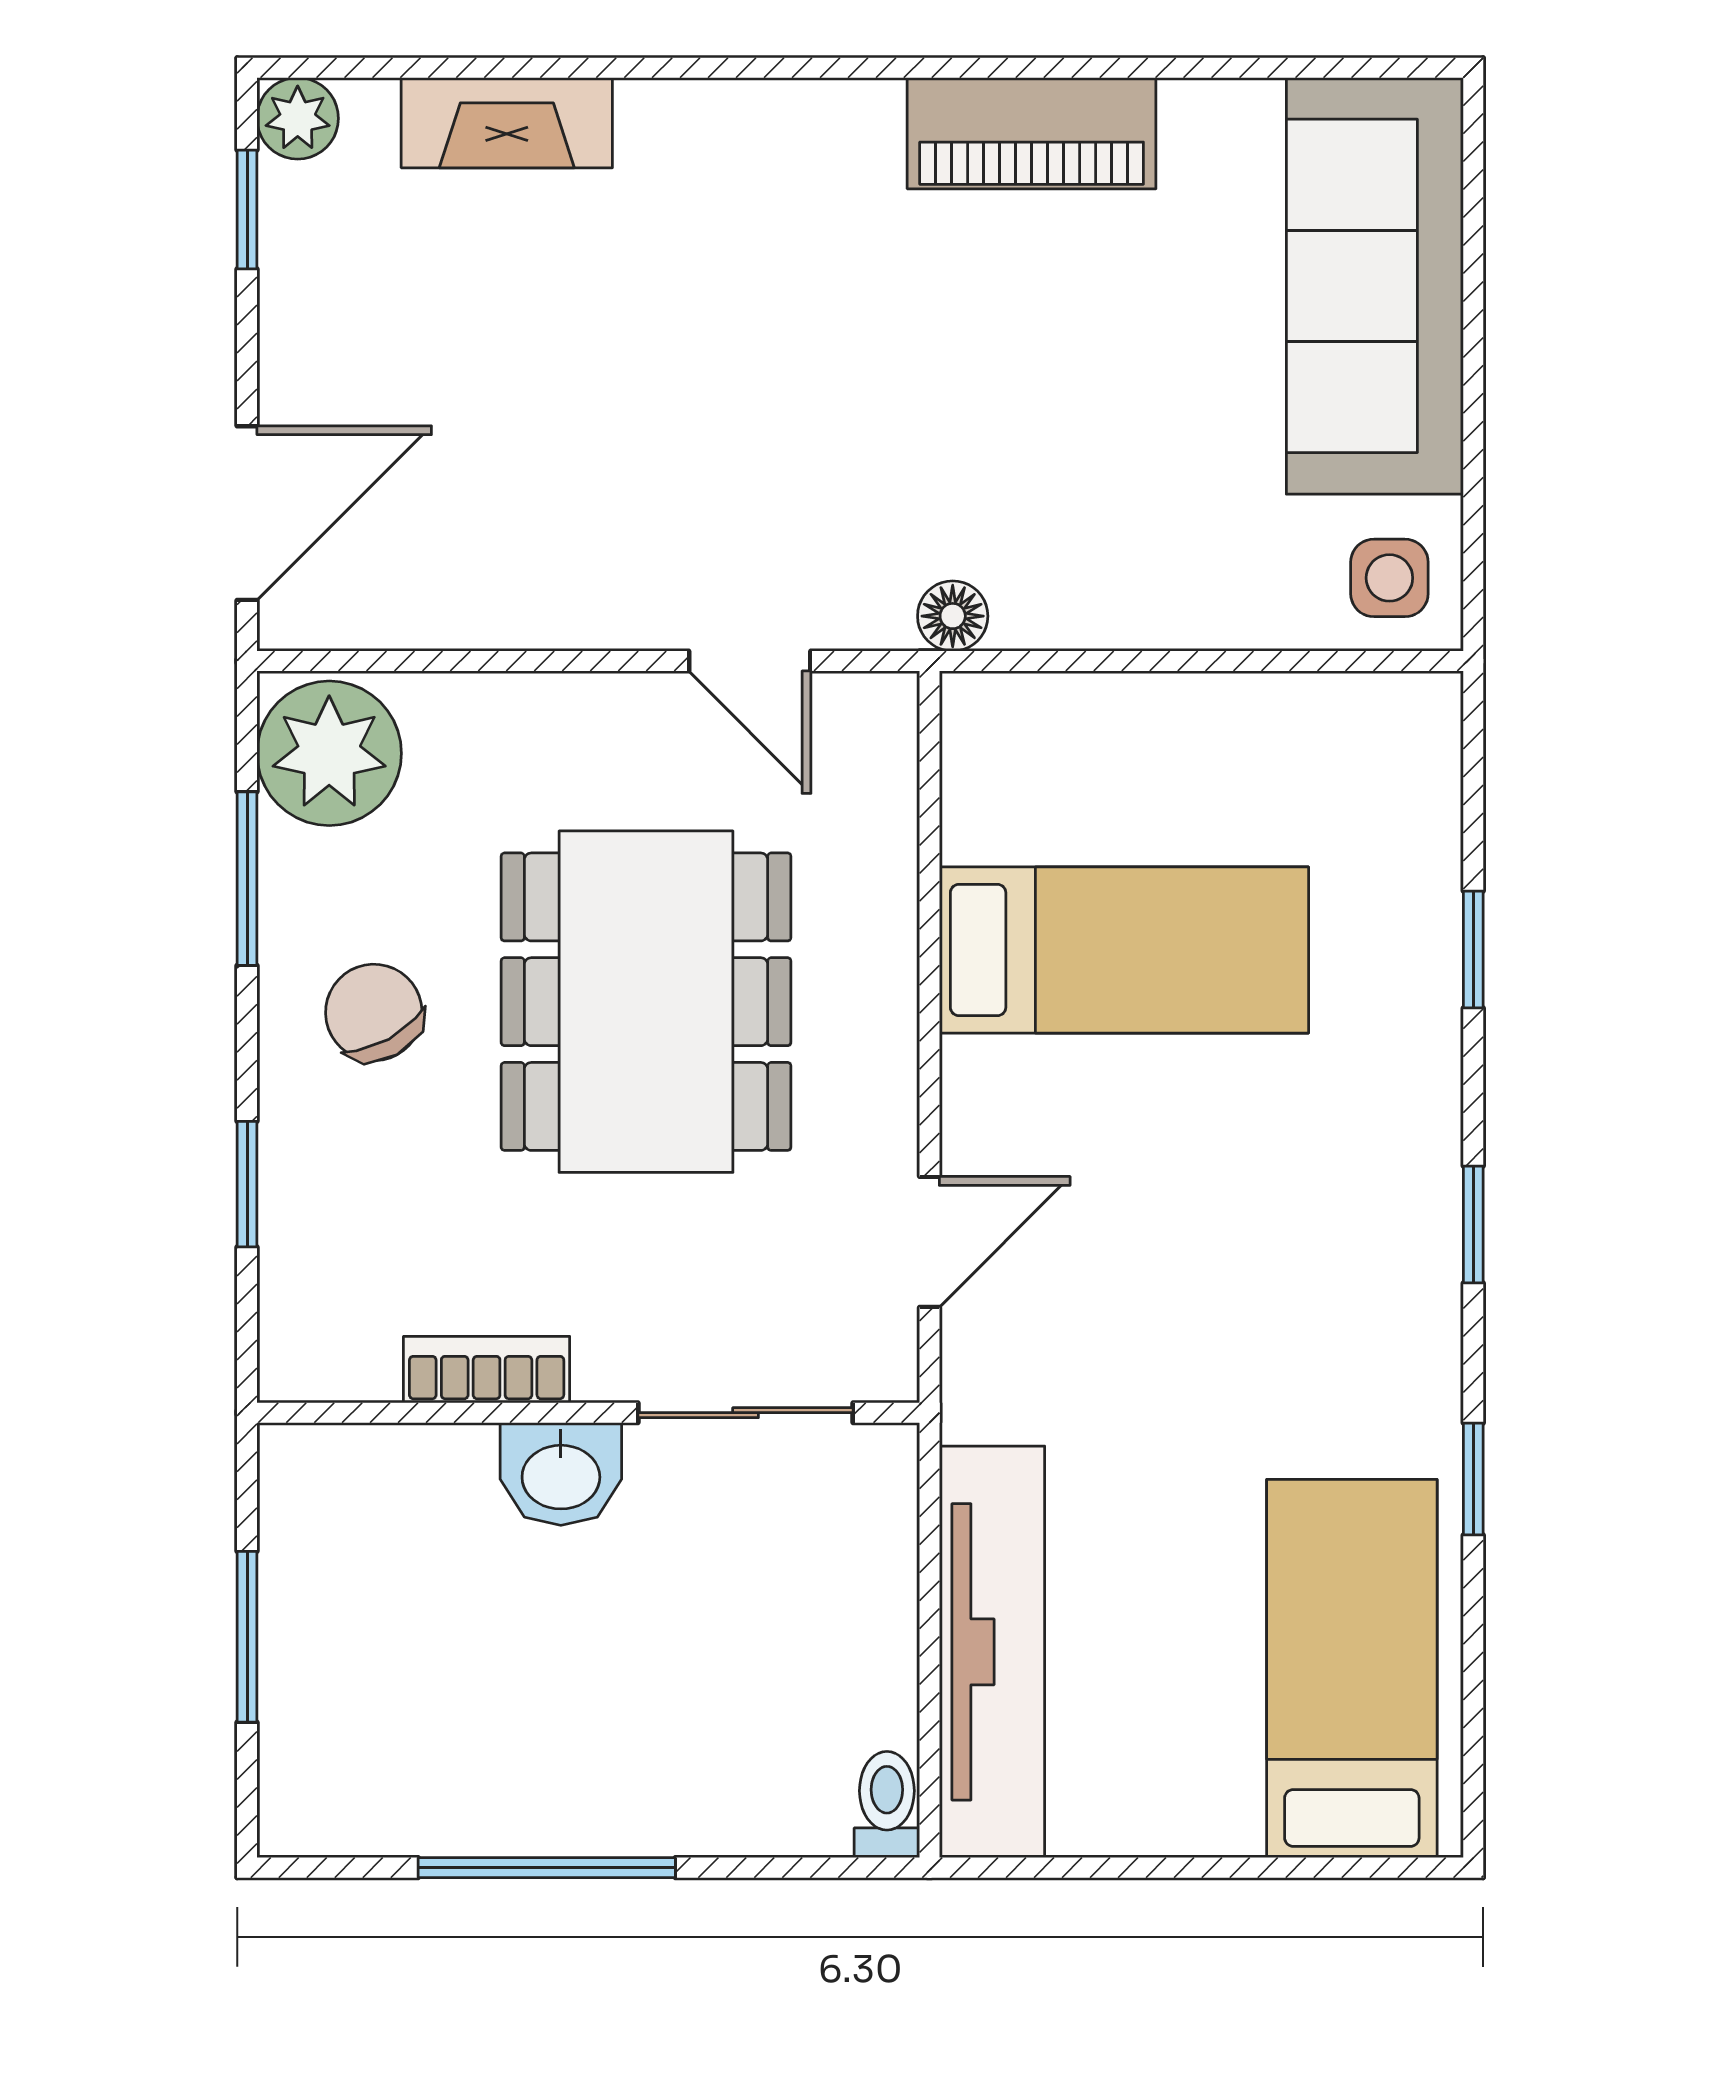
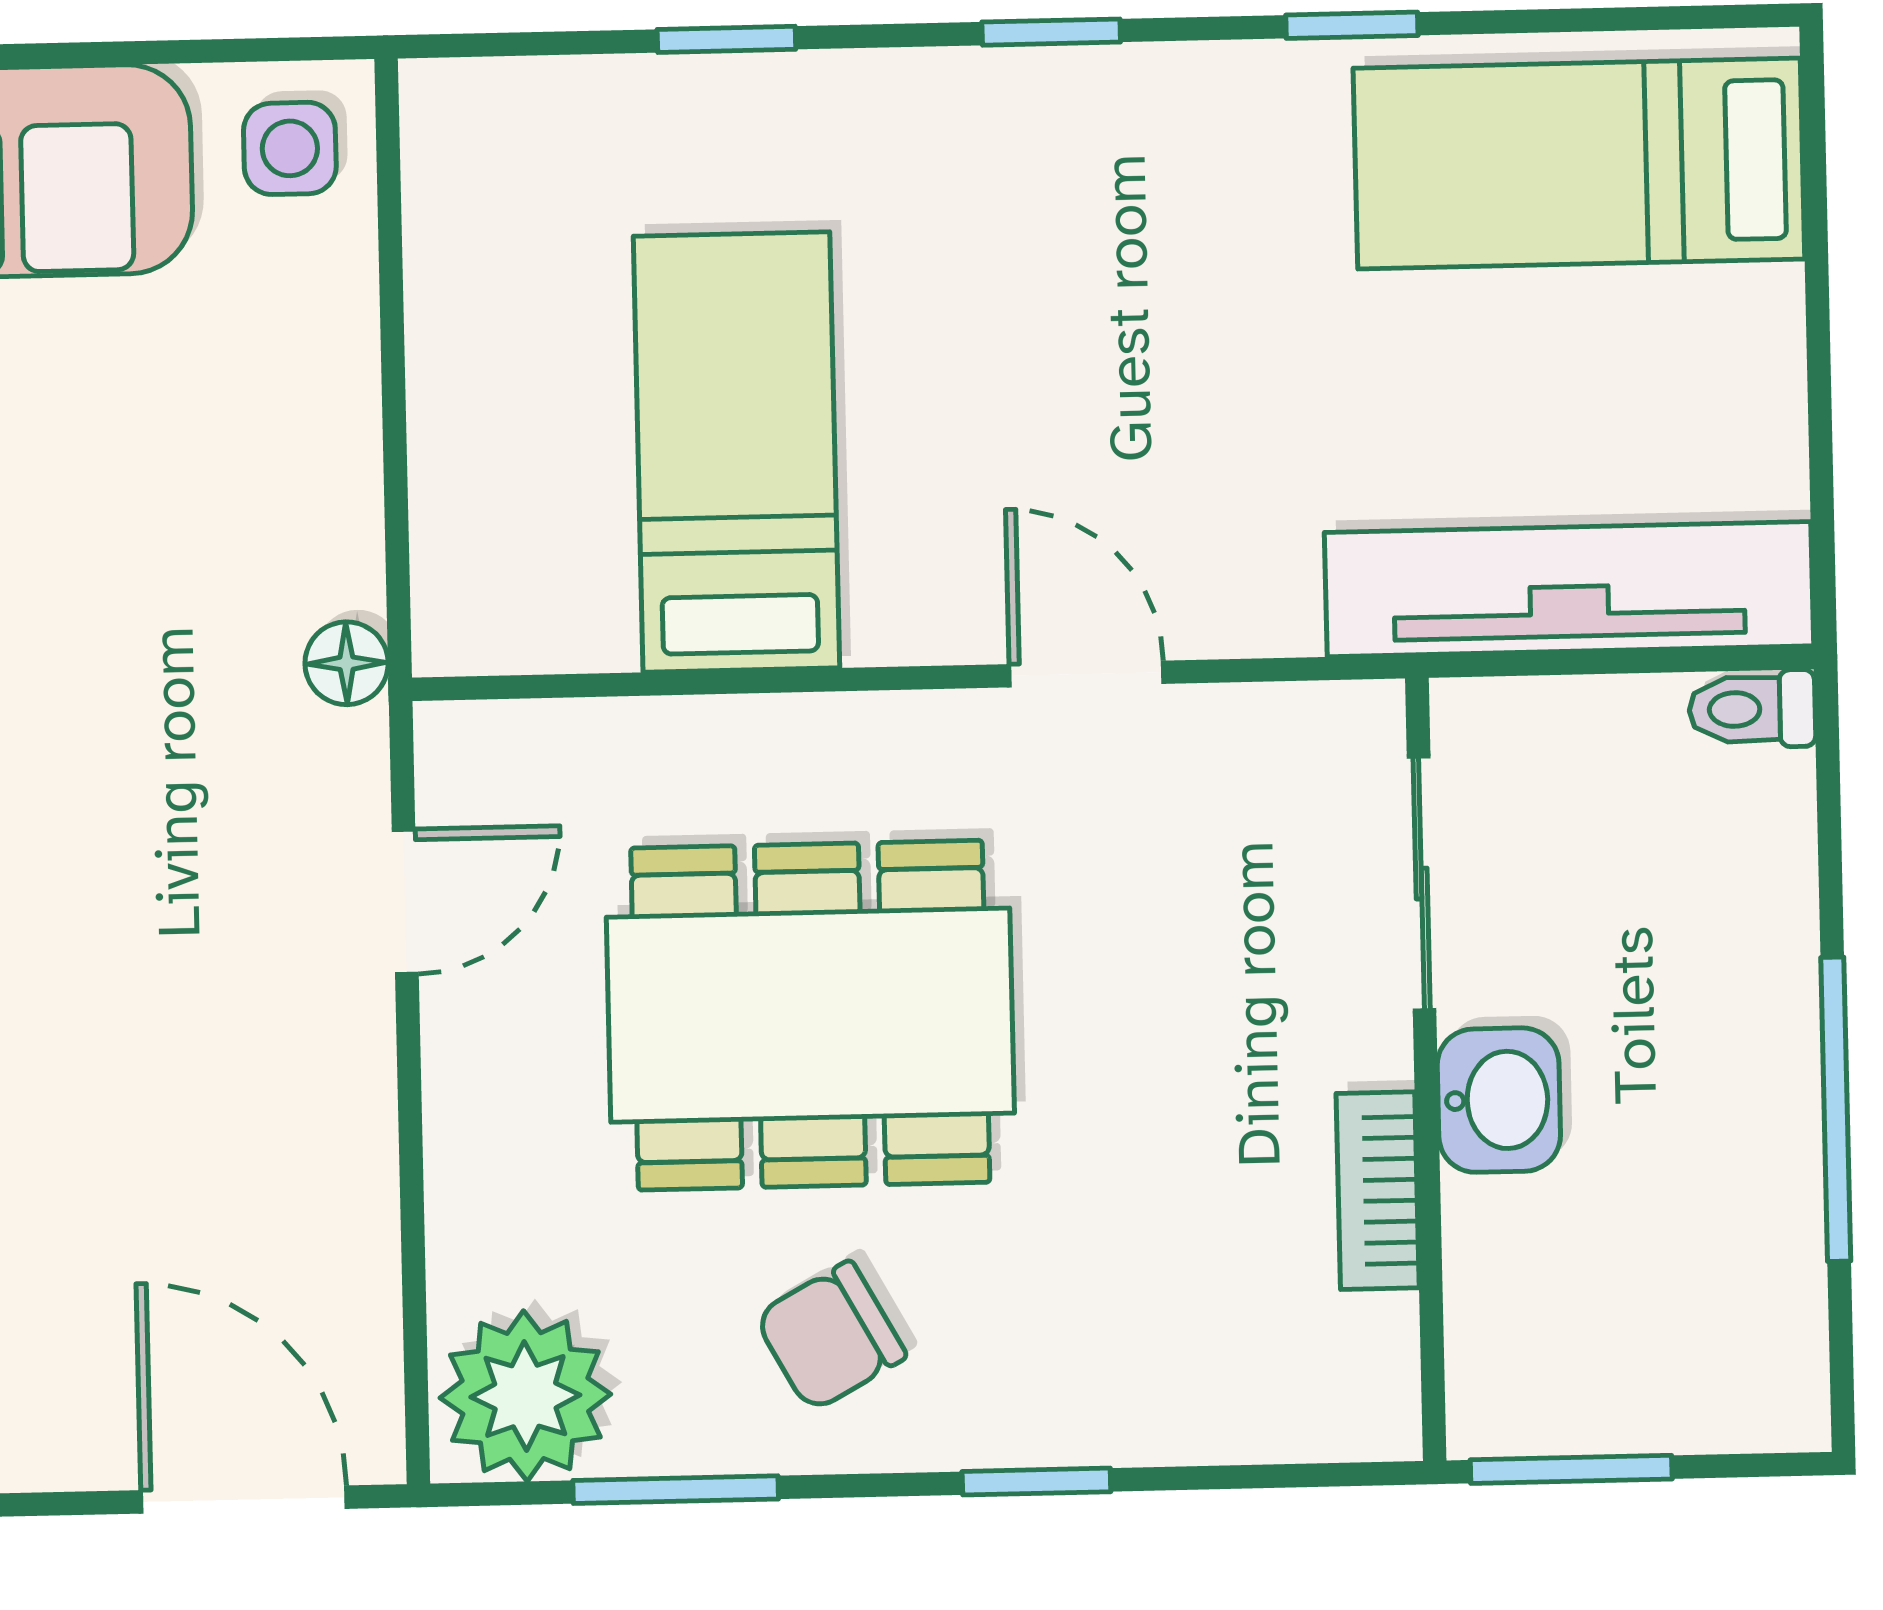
bookcase: (487, 1370) -> (1378, 1191), moved
wall: (588, 1413) -> (1426, 1069), moved
sliding door: (746, 1413) -> (1422, 884), moved
washbasin: (561, 1474) -> (1499, 1100), moved

